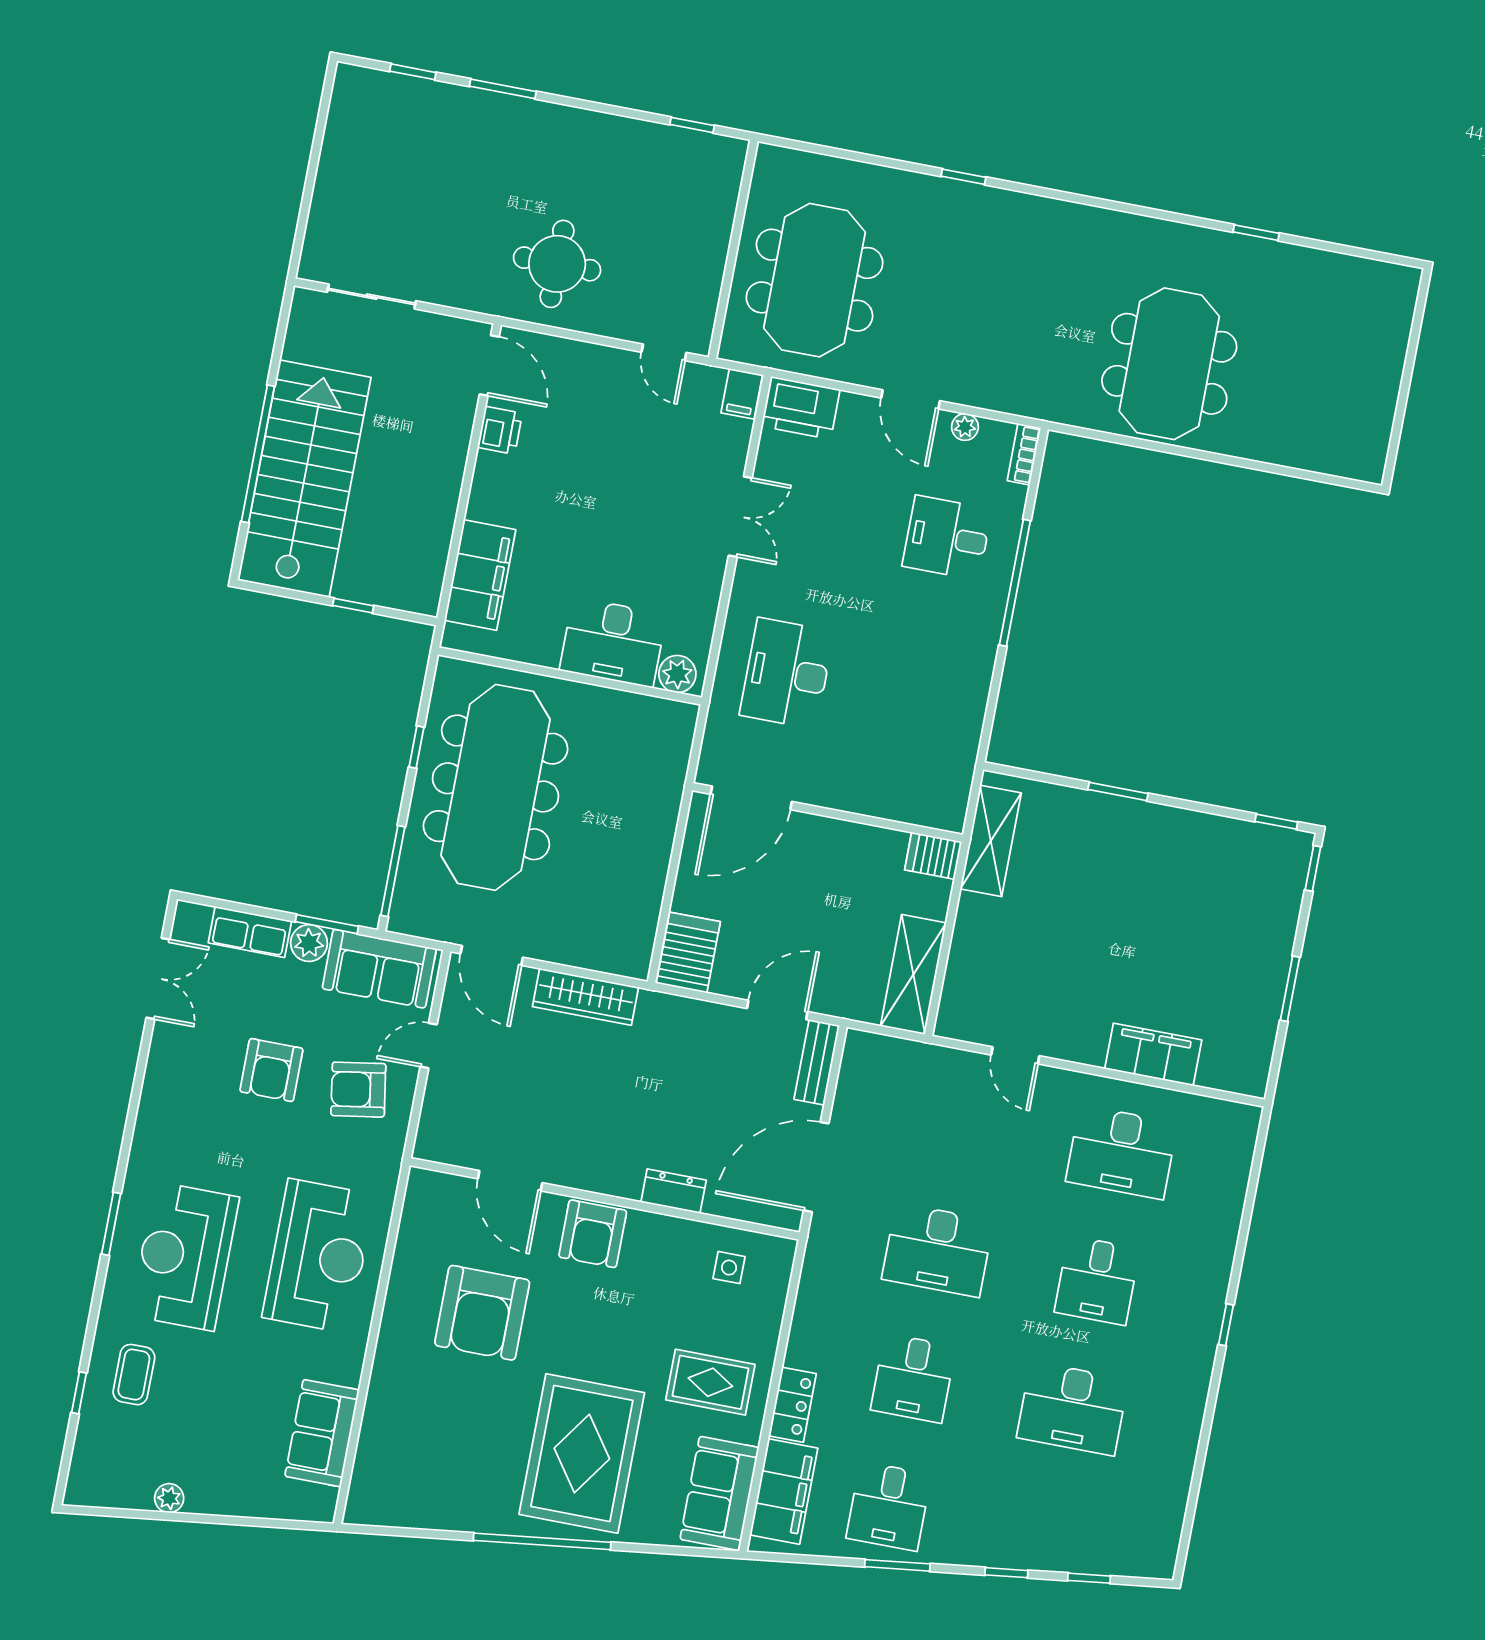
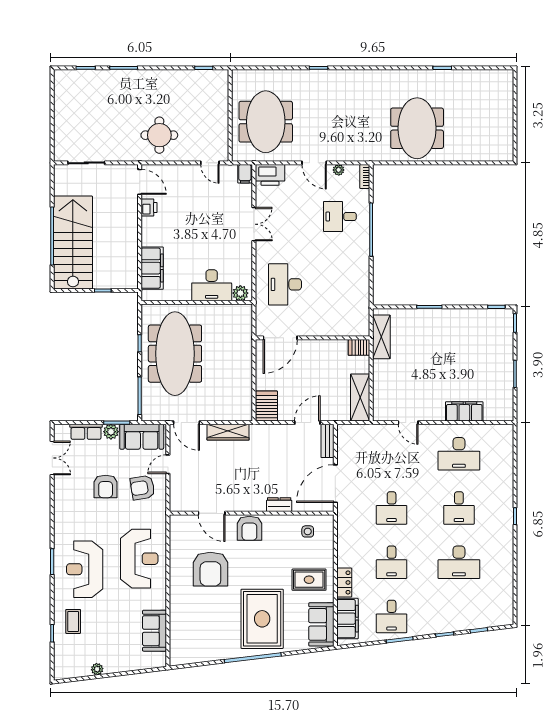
desk: (938, 1250) -> (392, 508), width x0.73

